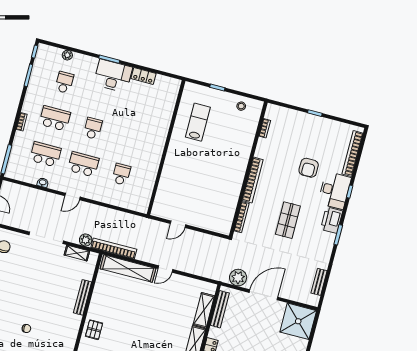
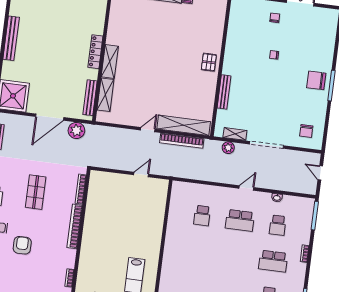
school desk: (93, 128) -> (235, 256), removed
school desk: (45, 154) -> (278, 225), width x0.54
bookcase: (114, 248) -> (182, 141), moved

